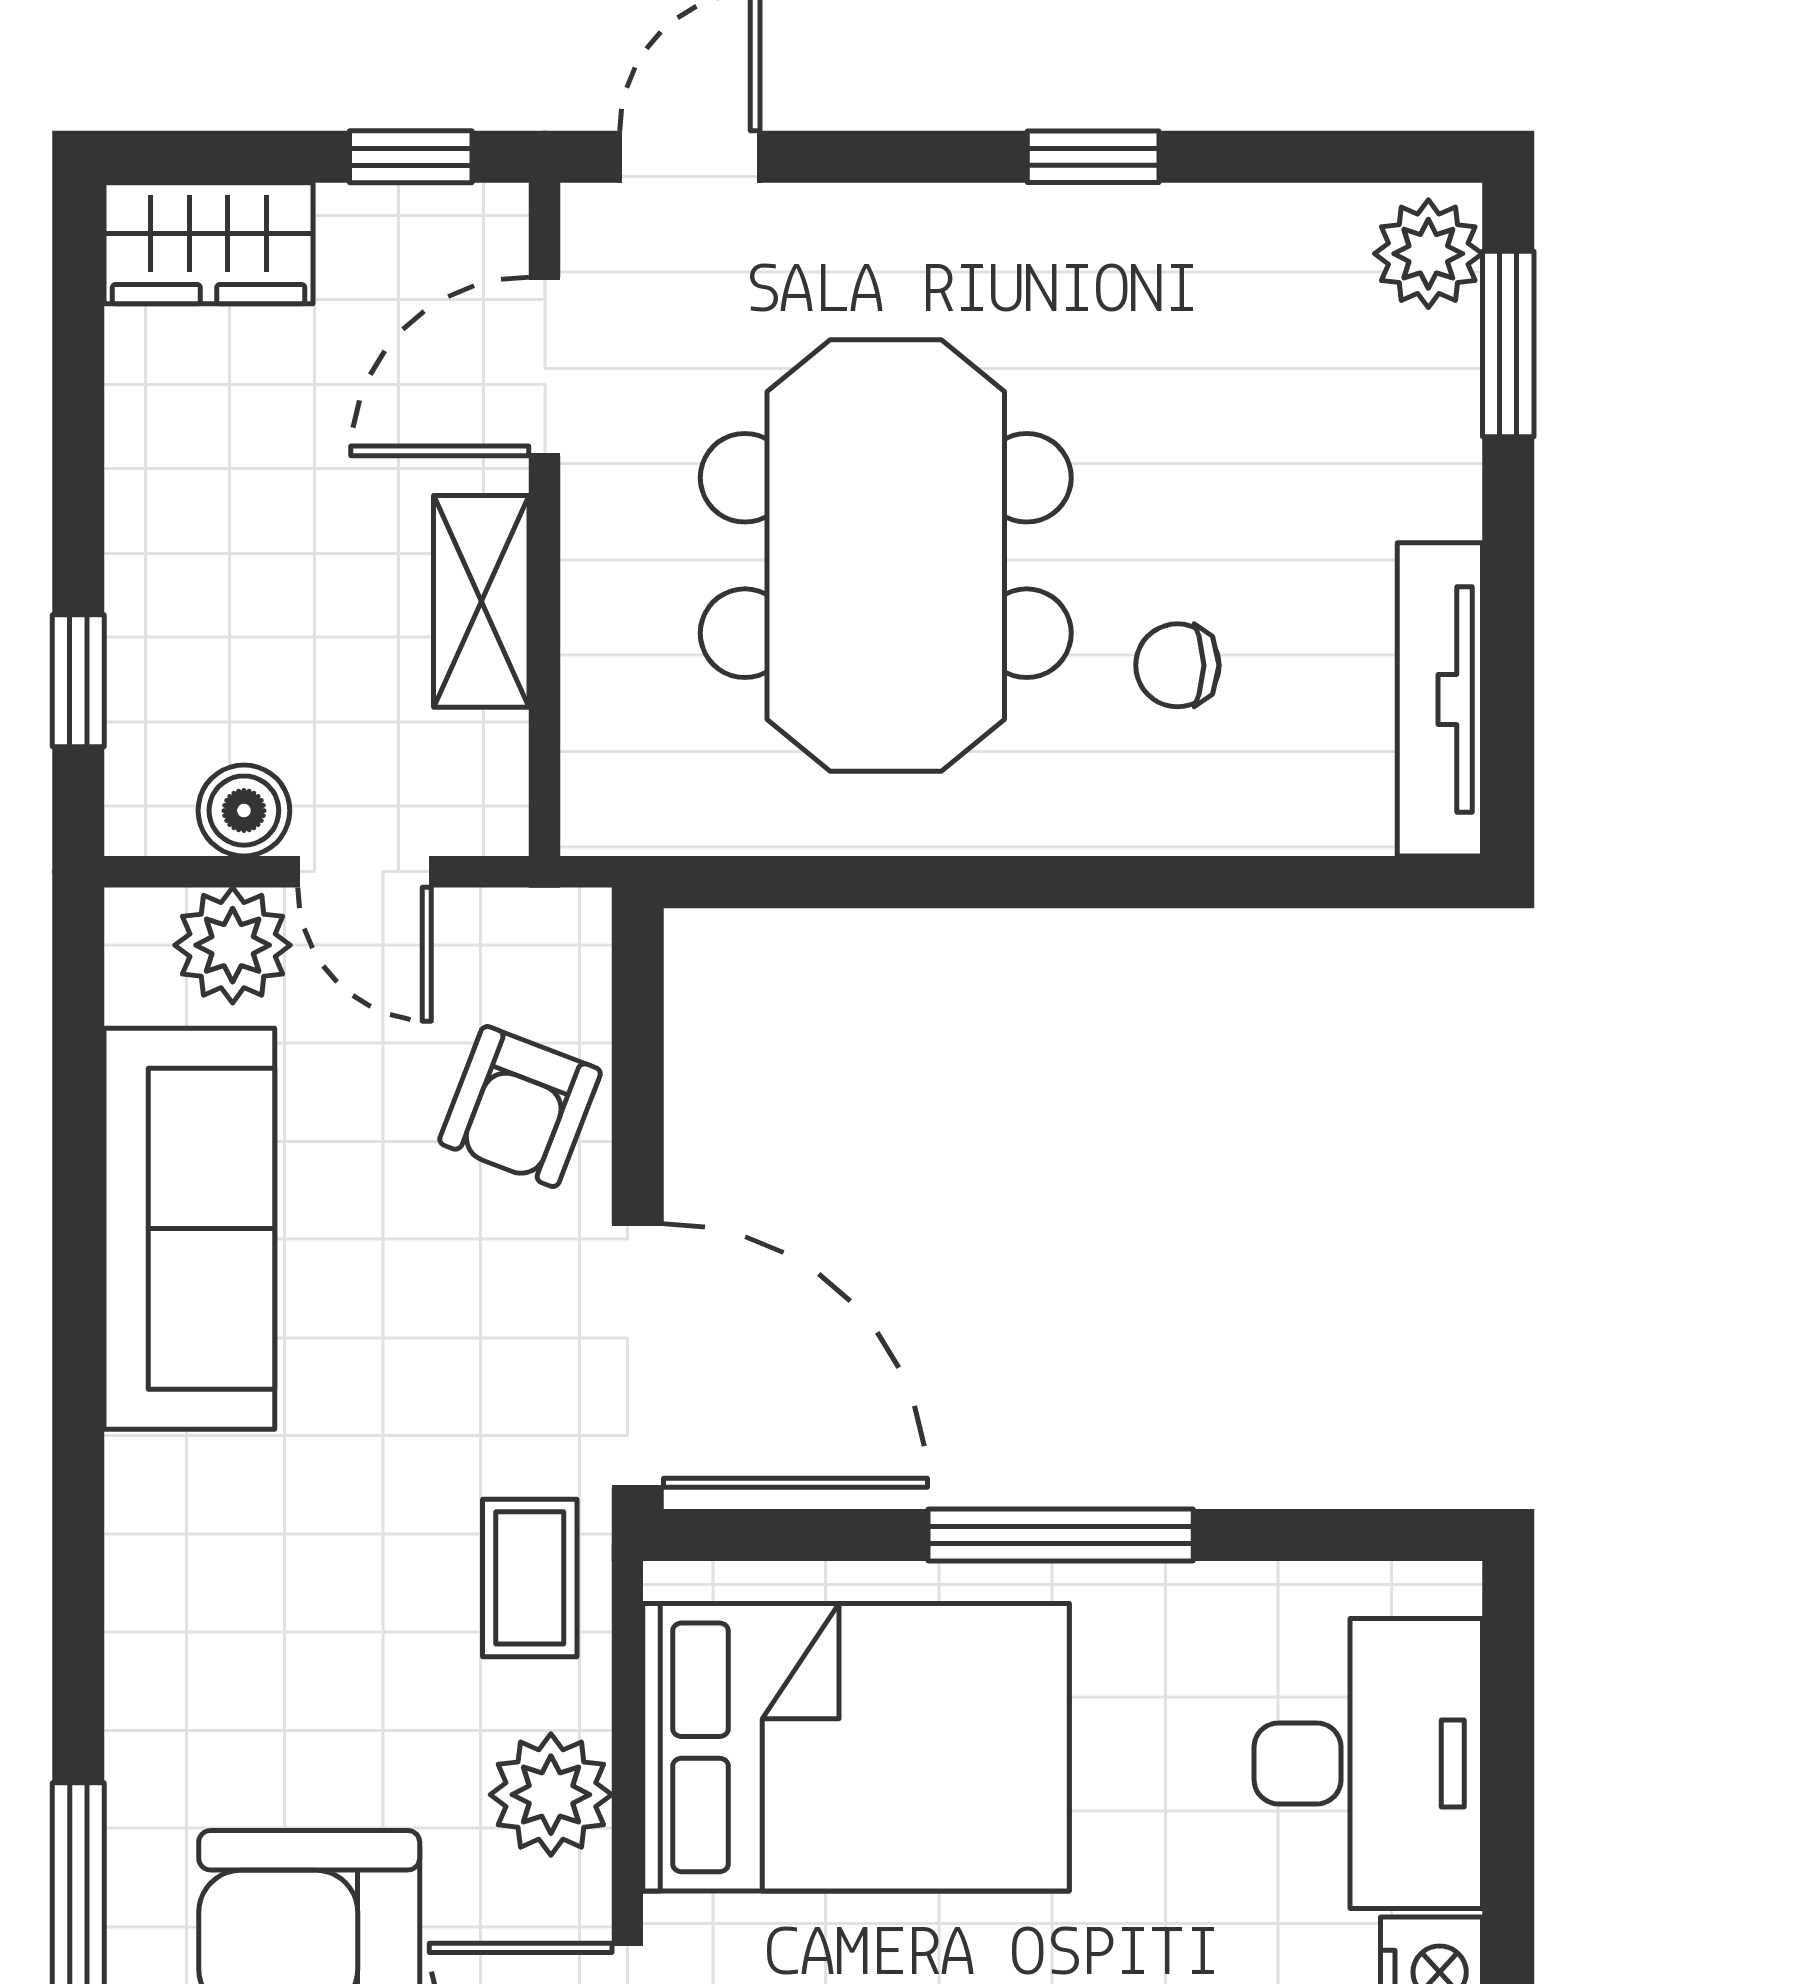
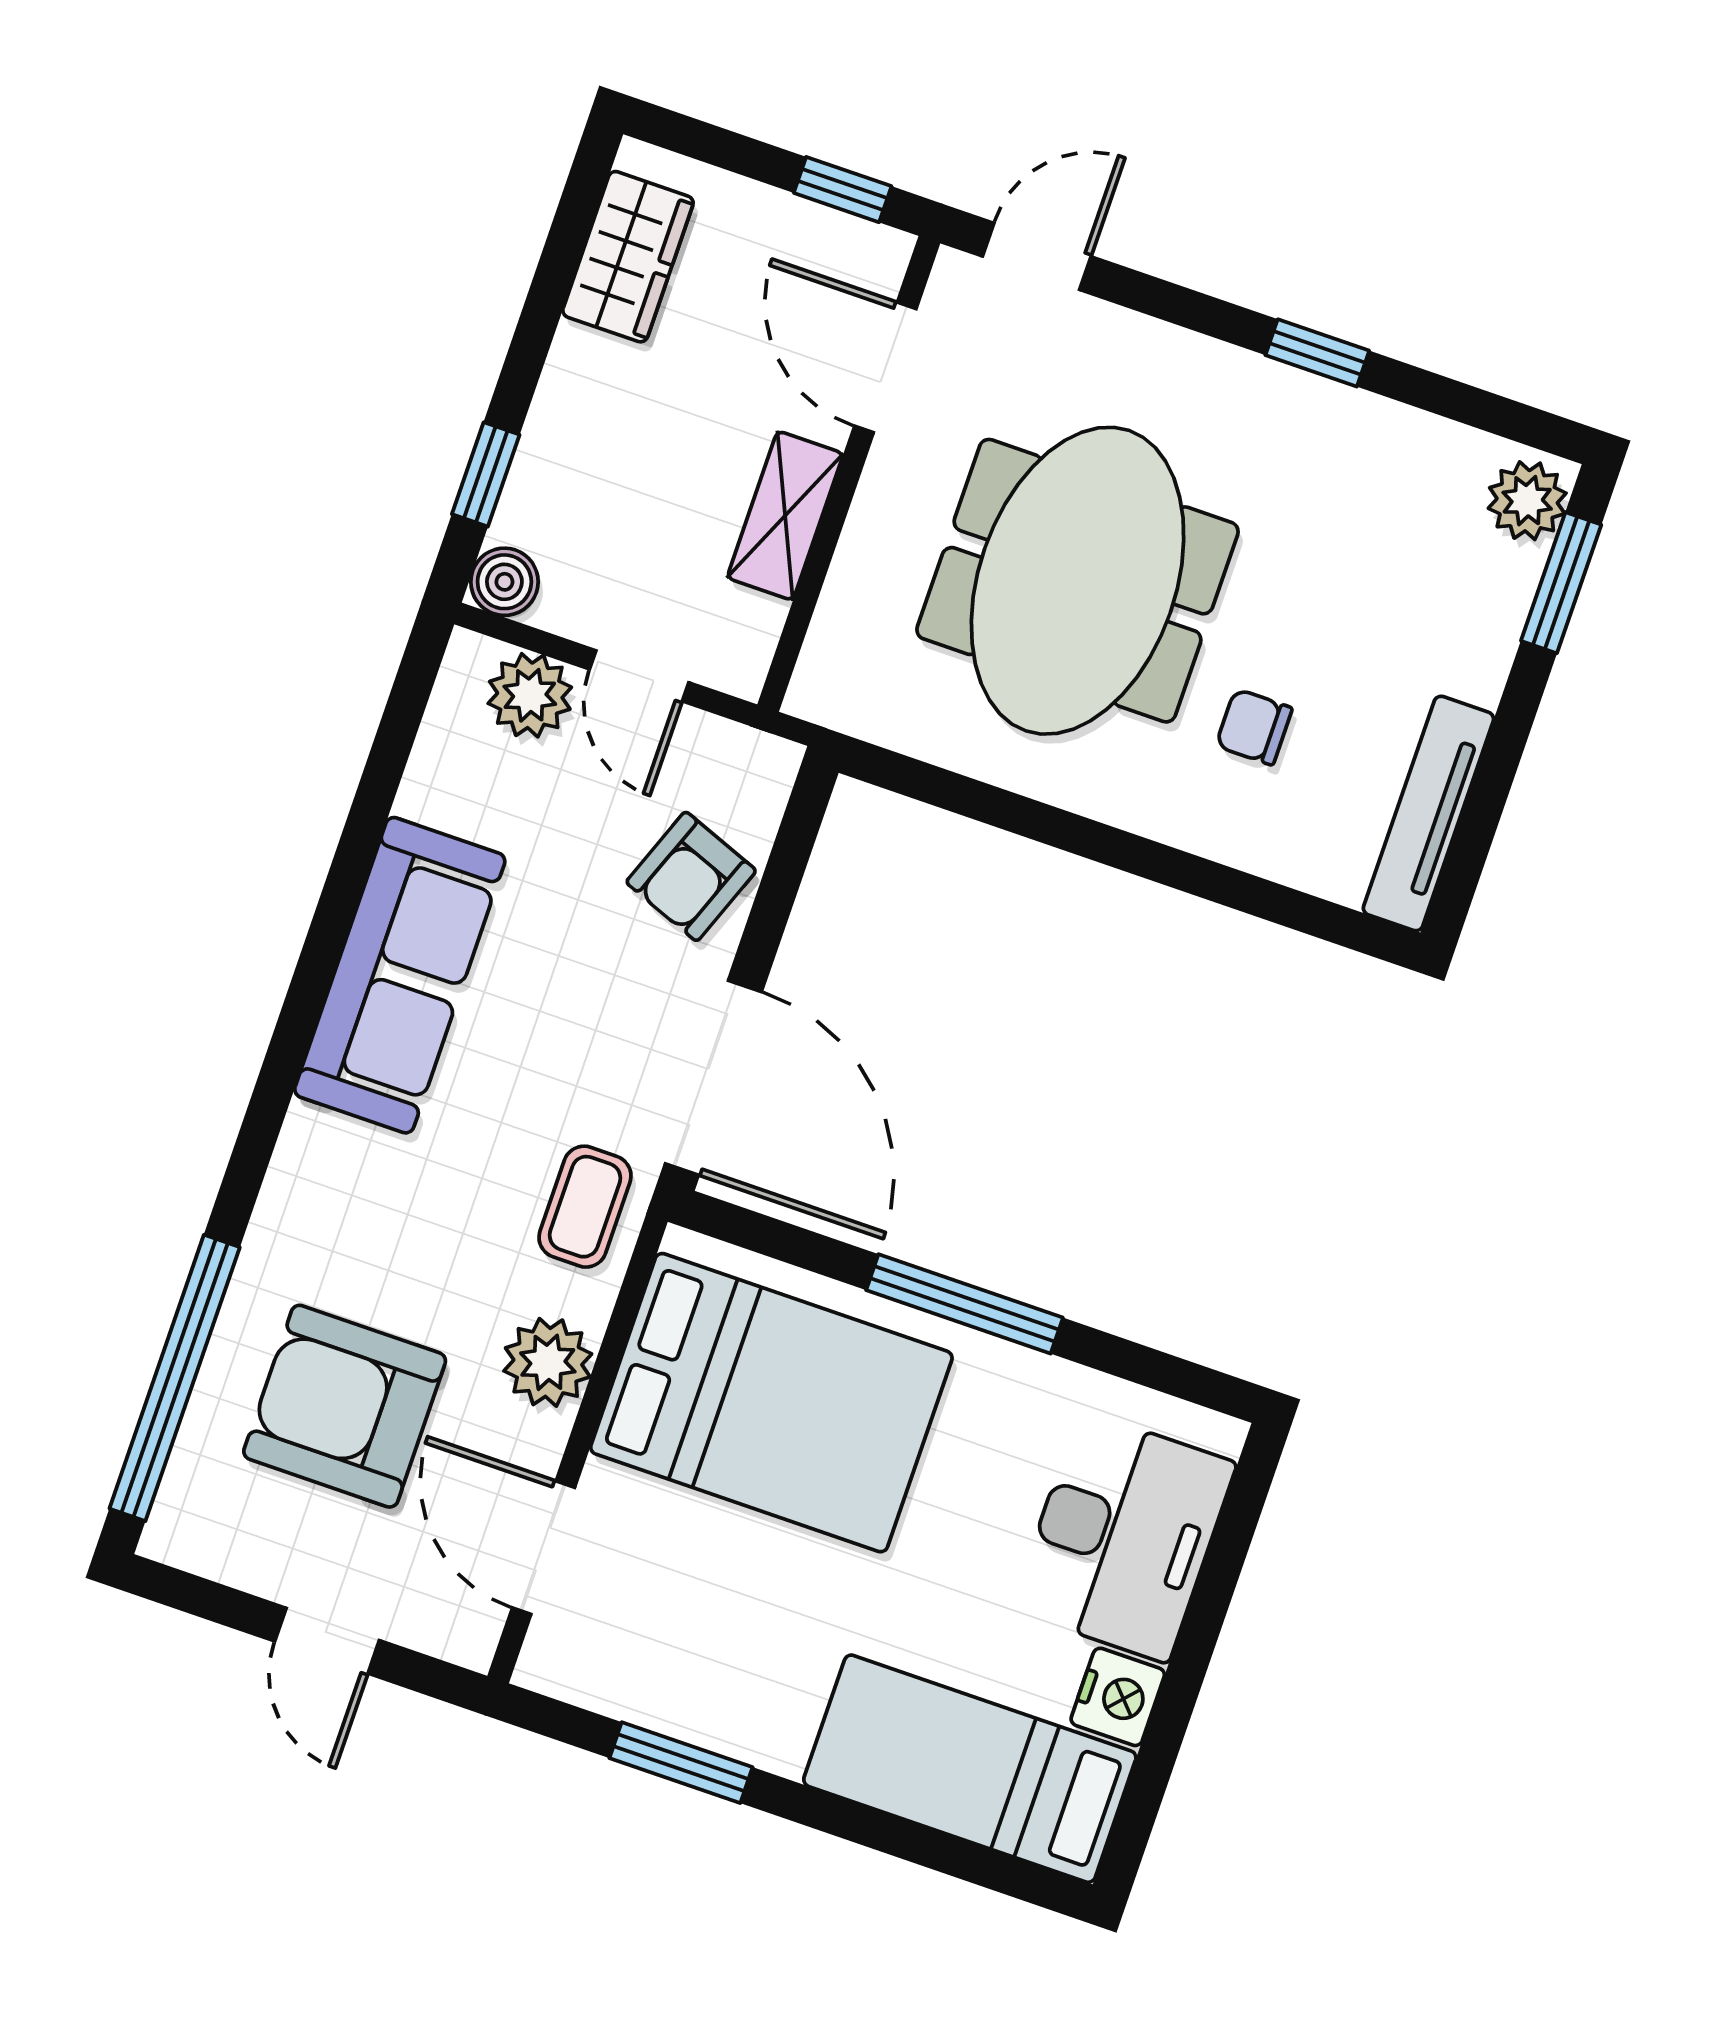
wardrobe: (209, 243) -> (628, 257), moved, turned -90
door: (545, 366) -> (885, 367), hinge flipped
boiler: (244, 811) -> (504, 582), moved
sofa: (189, 1229) -> (400, 975), moved

